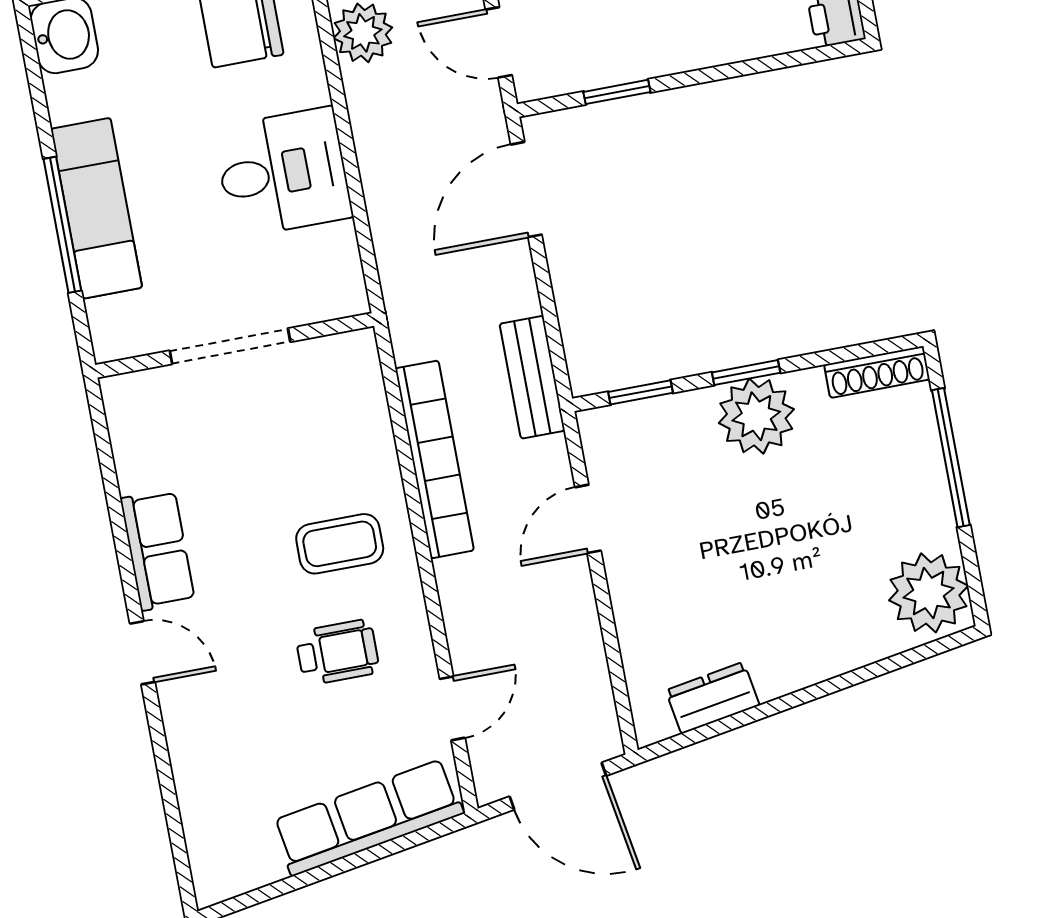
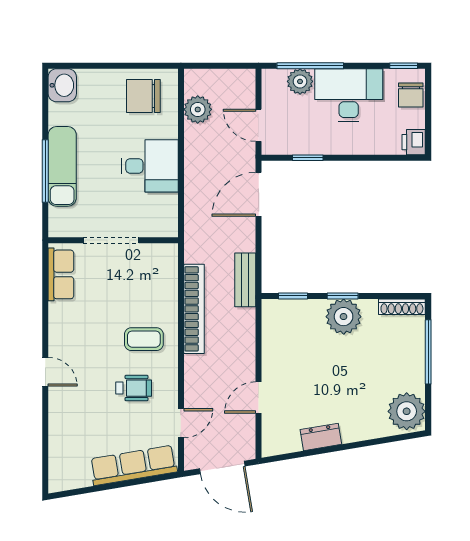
door: (588, 519) -> (259, 398), moved
row of seats: (158, 550) -> (61, 274), moved
dresser: (713, 698) -> (321, 437), moved

